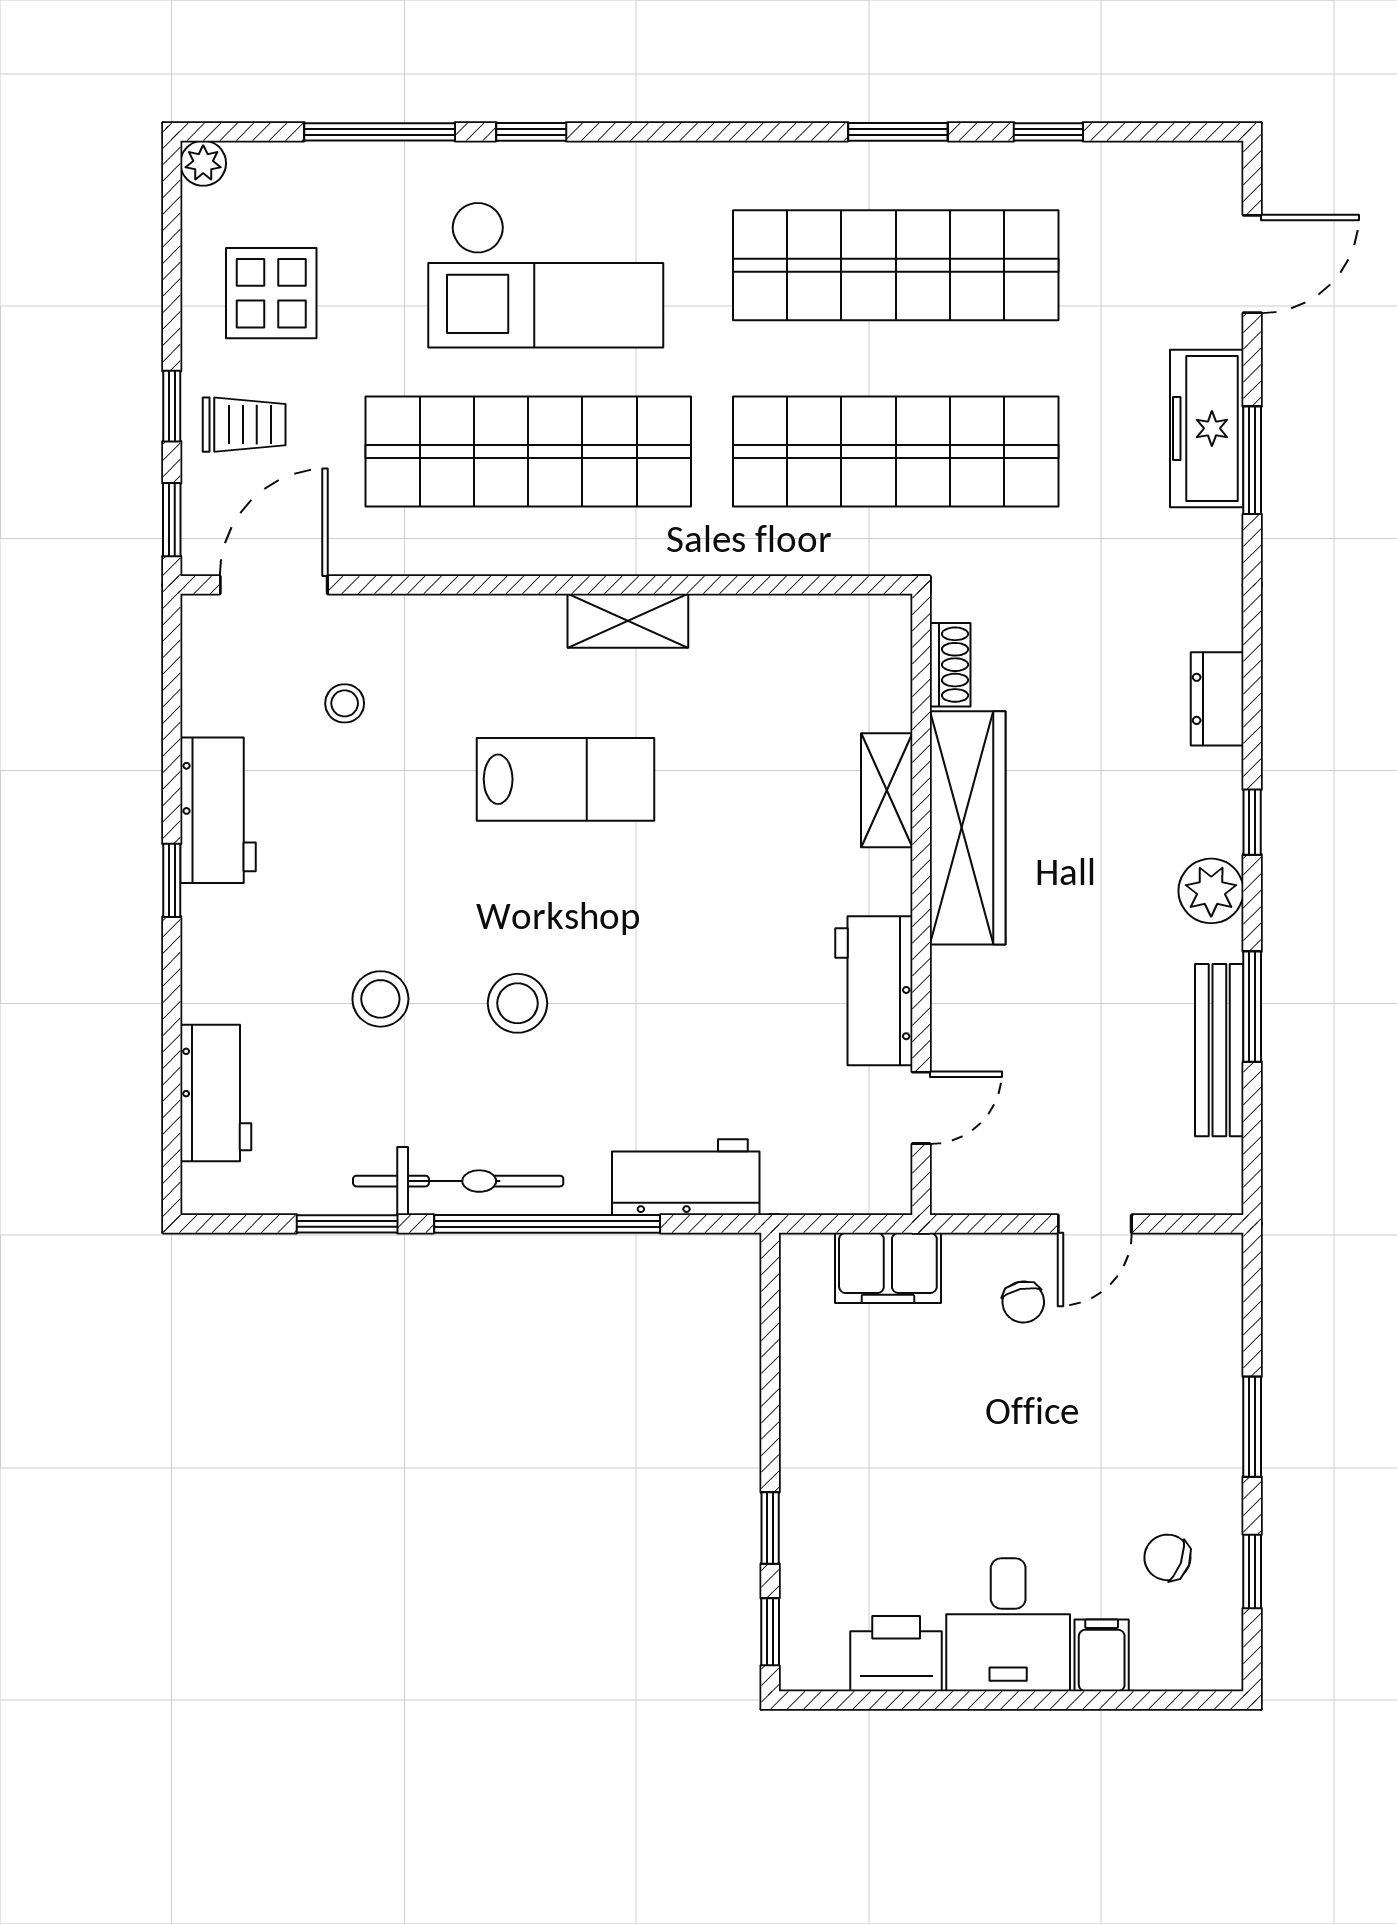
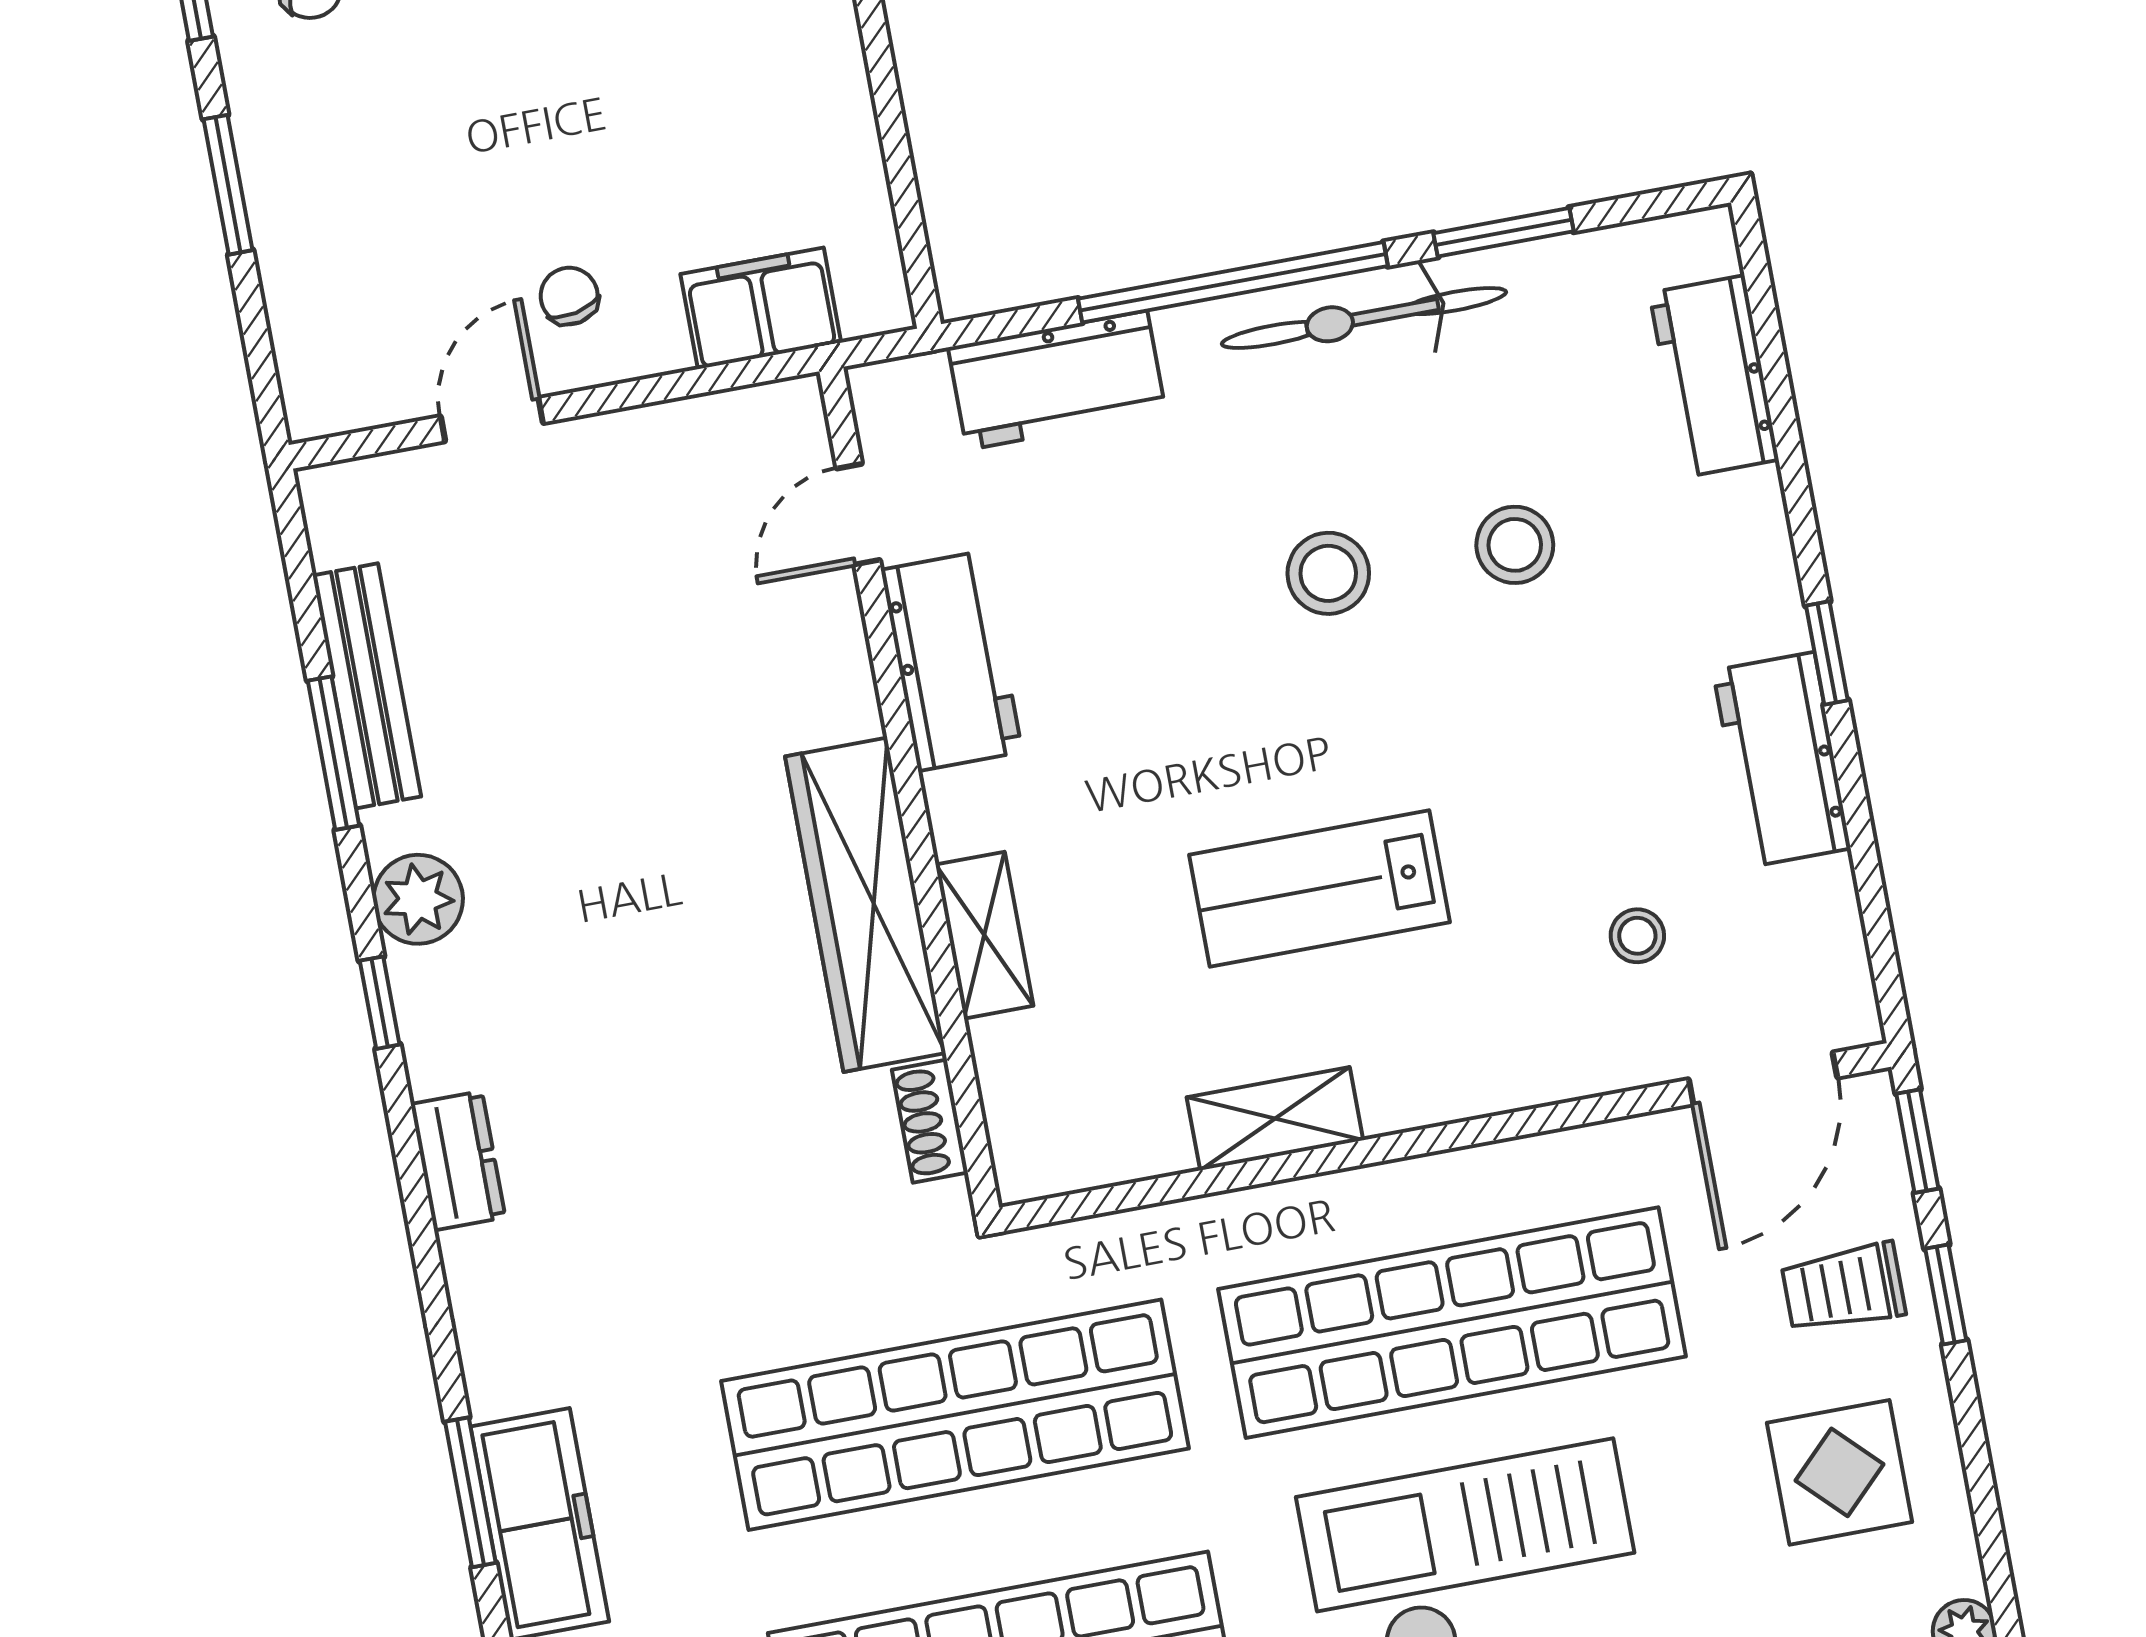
shoe rack: (950, 665) -> (930, 1121), moved
shelving: (887, 790) -> (984, 935), moved
wardrobe: (968, 828) -> (865, 905), moved
wall: (921, 904) -> (909, 789), moved
workbench: (874, 991) -> (951, 661), moved
door: (921, 1108) -> (858, 514), moved

